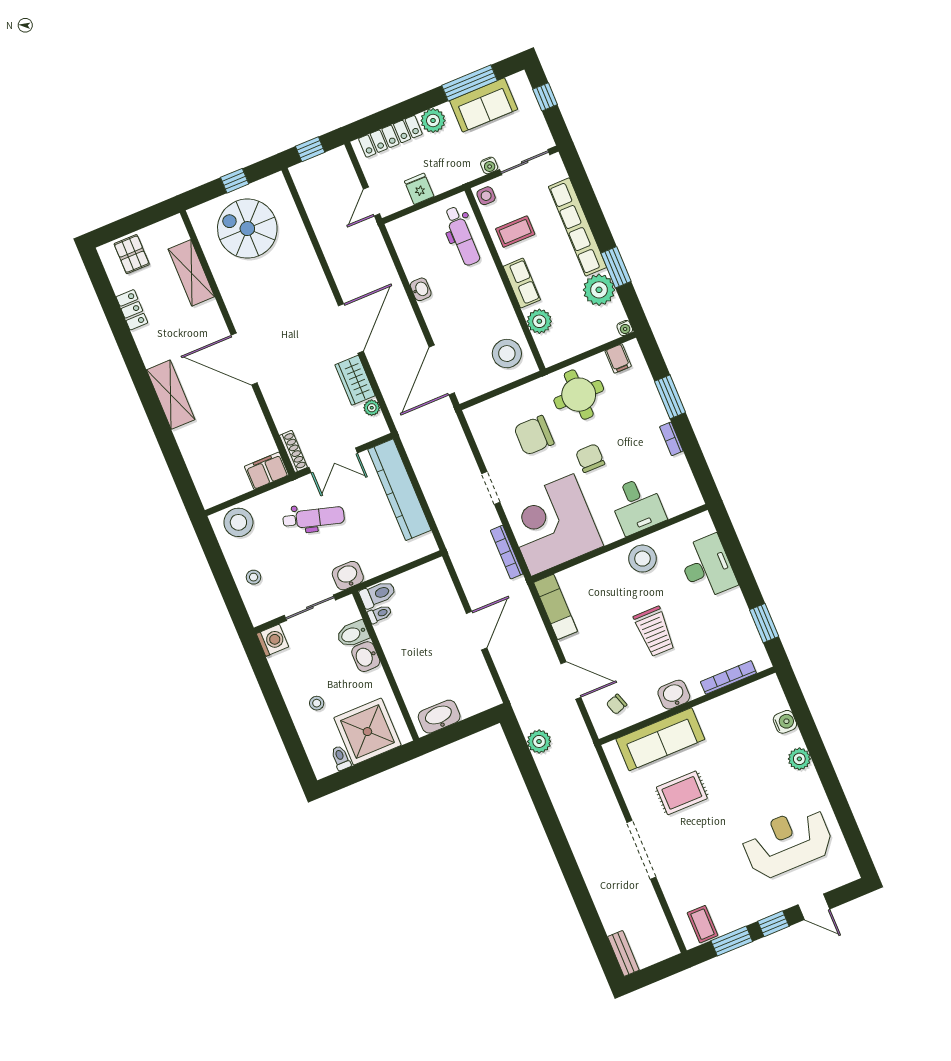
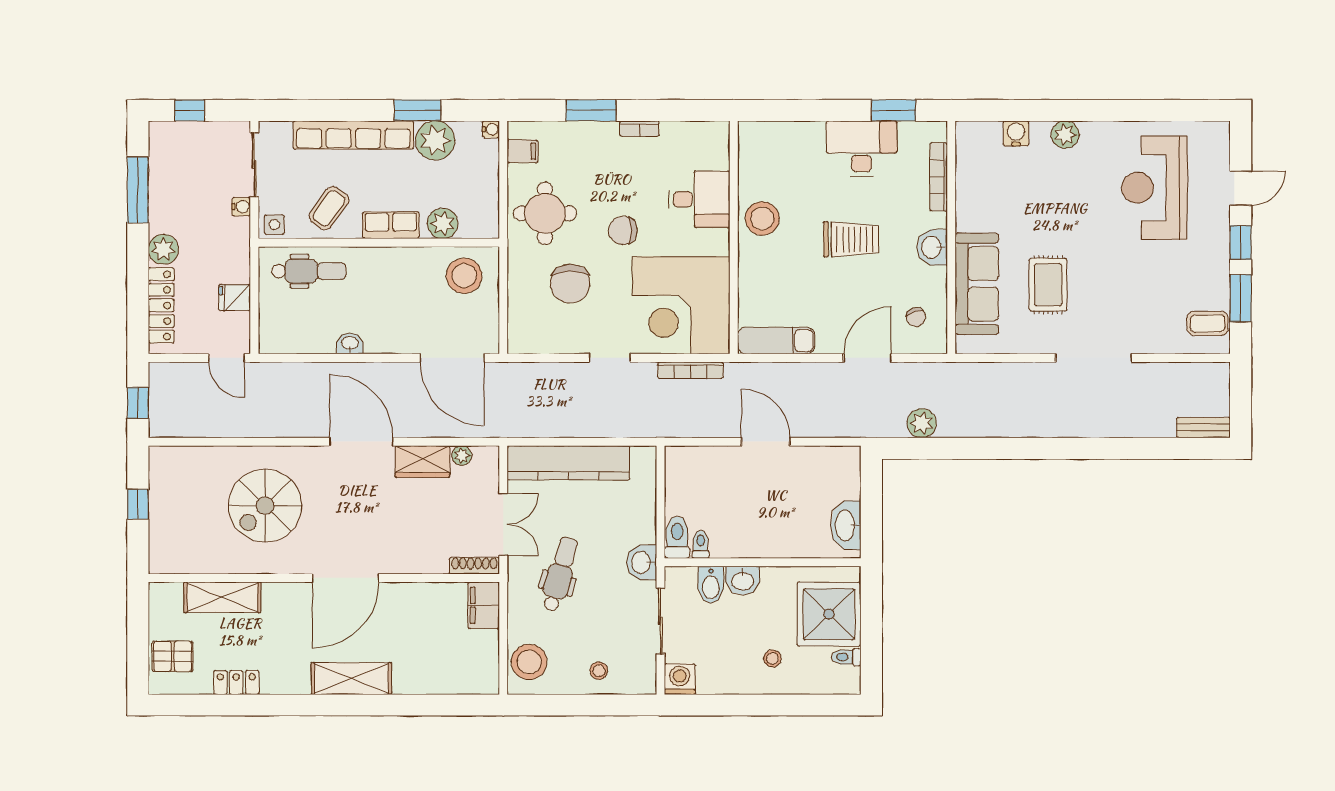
sofa: (484, 105) -> (170, 184), removed
spiral stairs: (247, 229) -> (265, 506), moved
coffee table: (515, 232) -> (329, 208), turned 36
desk: (707, 567) -> (862, 149), moved

